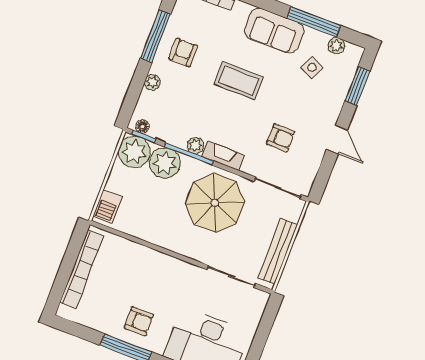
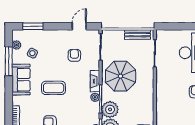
coffee table: (239, 81) -> (54, 88), turned 90
door: (337, 140) -> (79, 26), moved
bench: (278, 251) -> (138, 34), width x0.73

